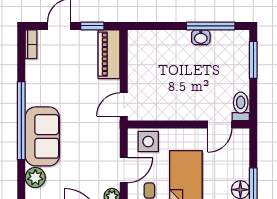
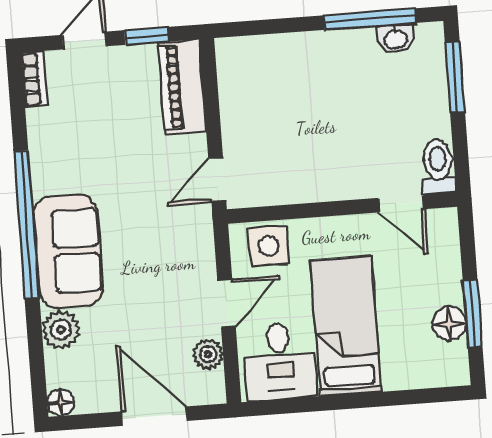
washbasin: (201, 37) -> (396, 39), moved
door: (220, 124) -> (401, 204), hinge flipped

